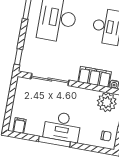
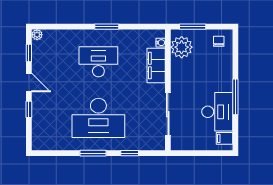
window: (18, 57) -> (130, 153), moved
desk: (62, 127) -> (217, 112), moved

